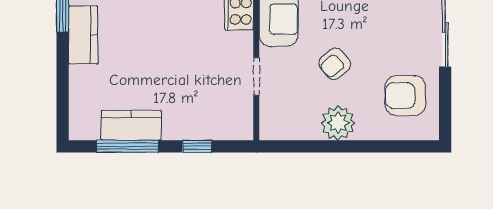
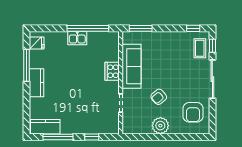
armchair: (405, 96) -> (193, 112), turned -90
kitchen counter: (131, 125) -> (45, 127), moved

